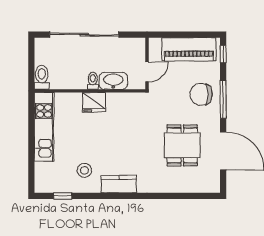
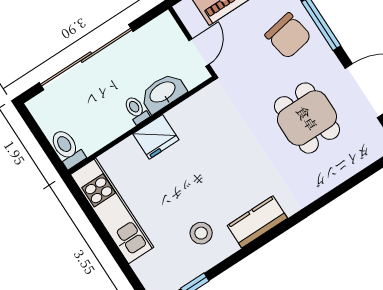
chair: (201, 94) -> (288, 36), turned -100

